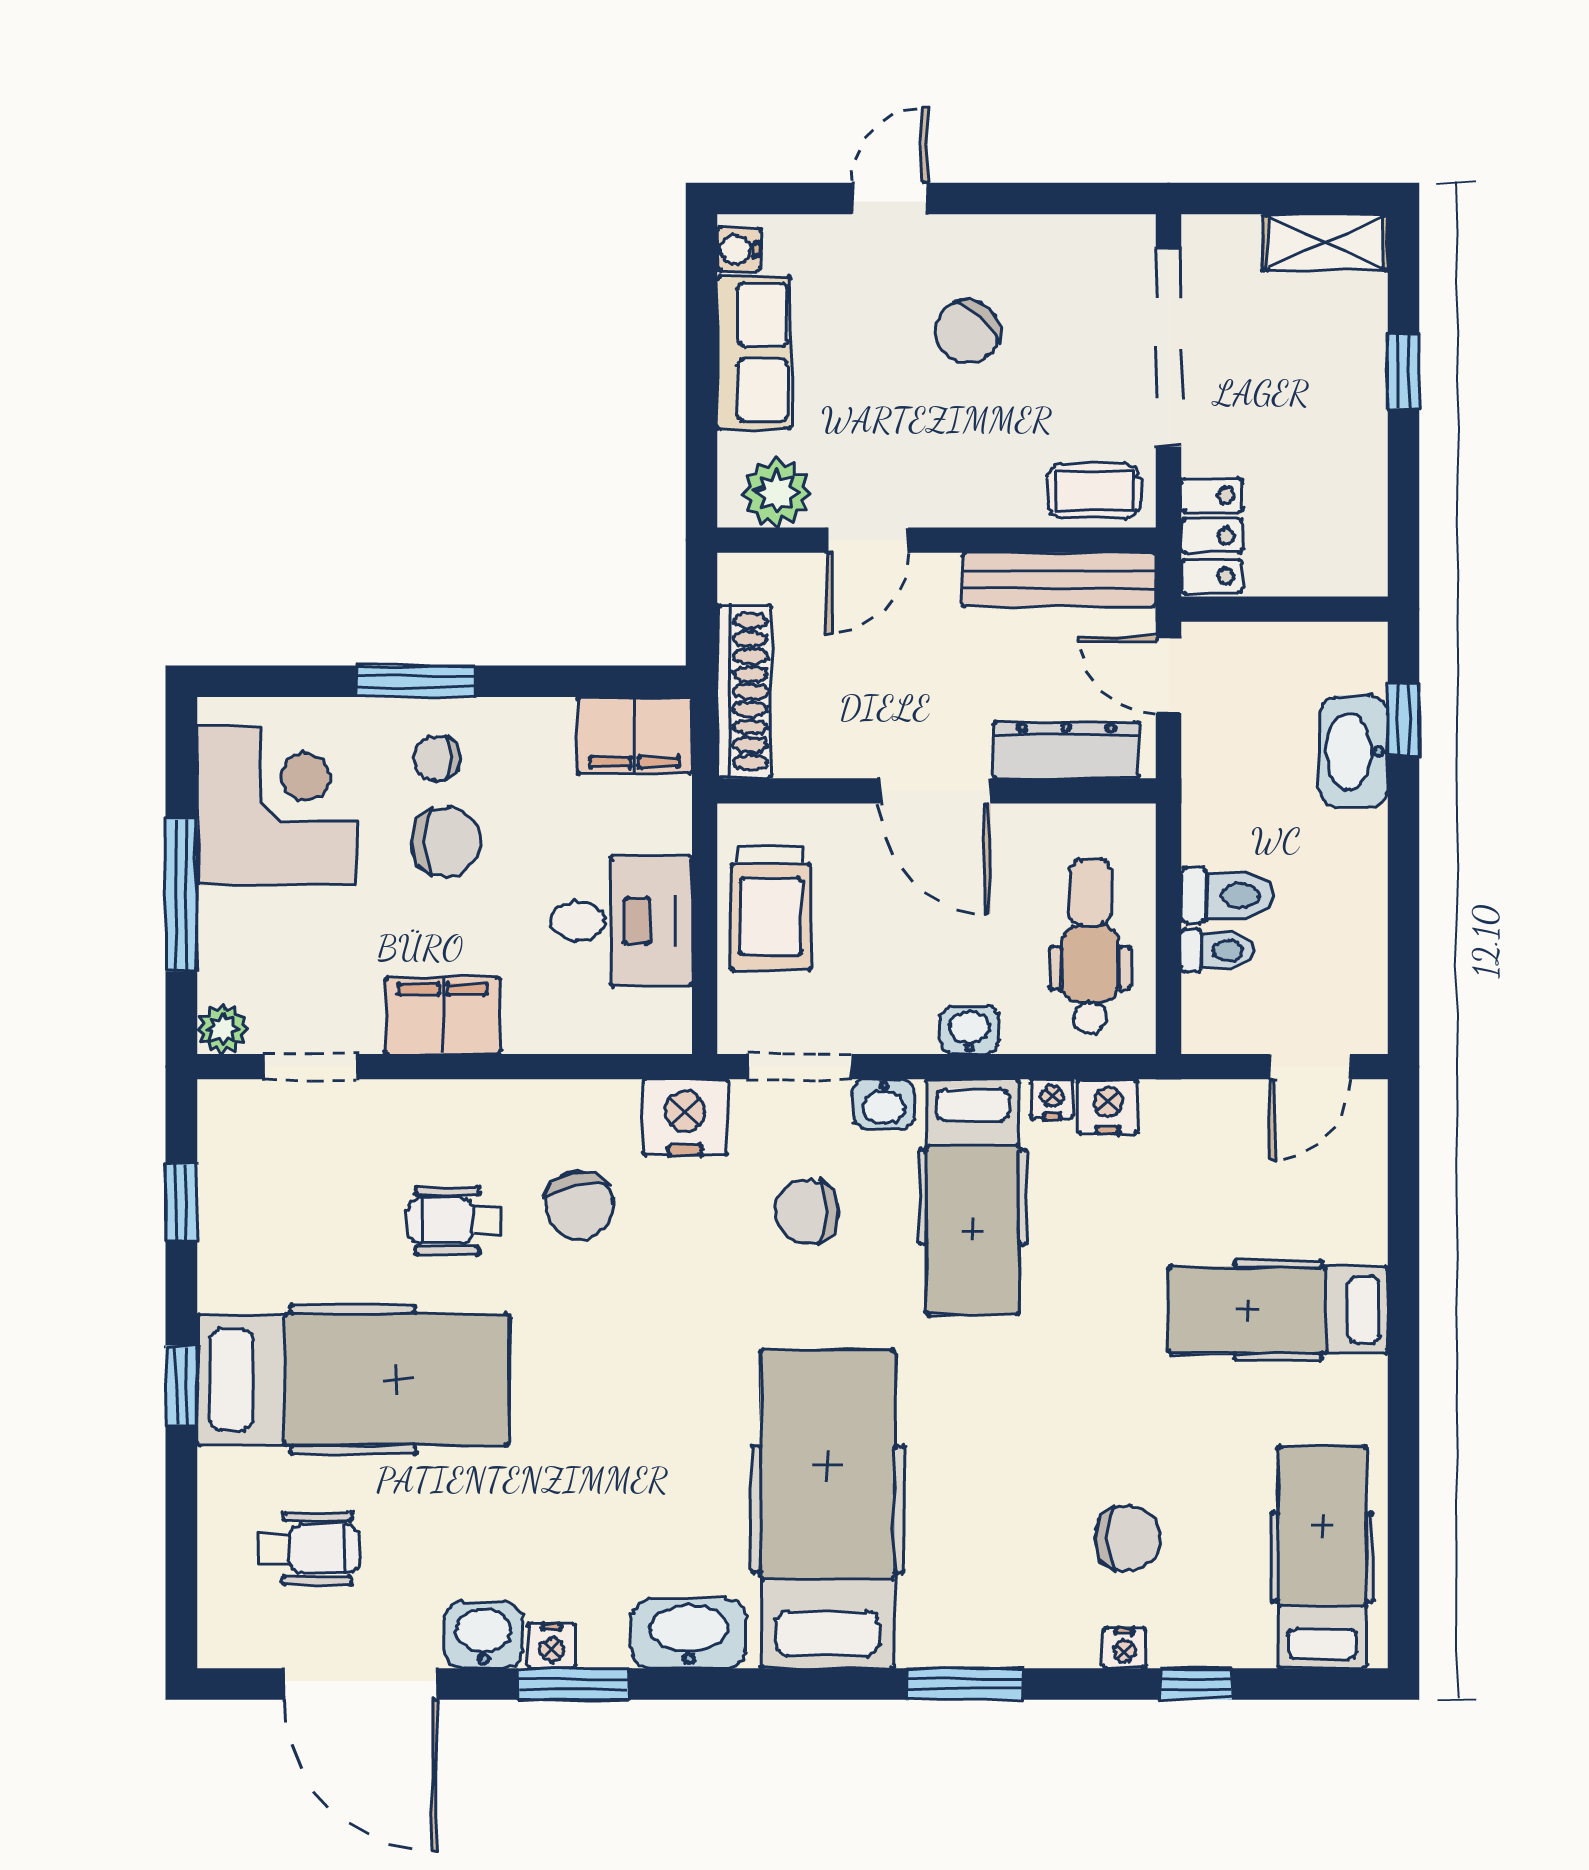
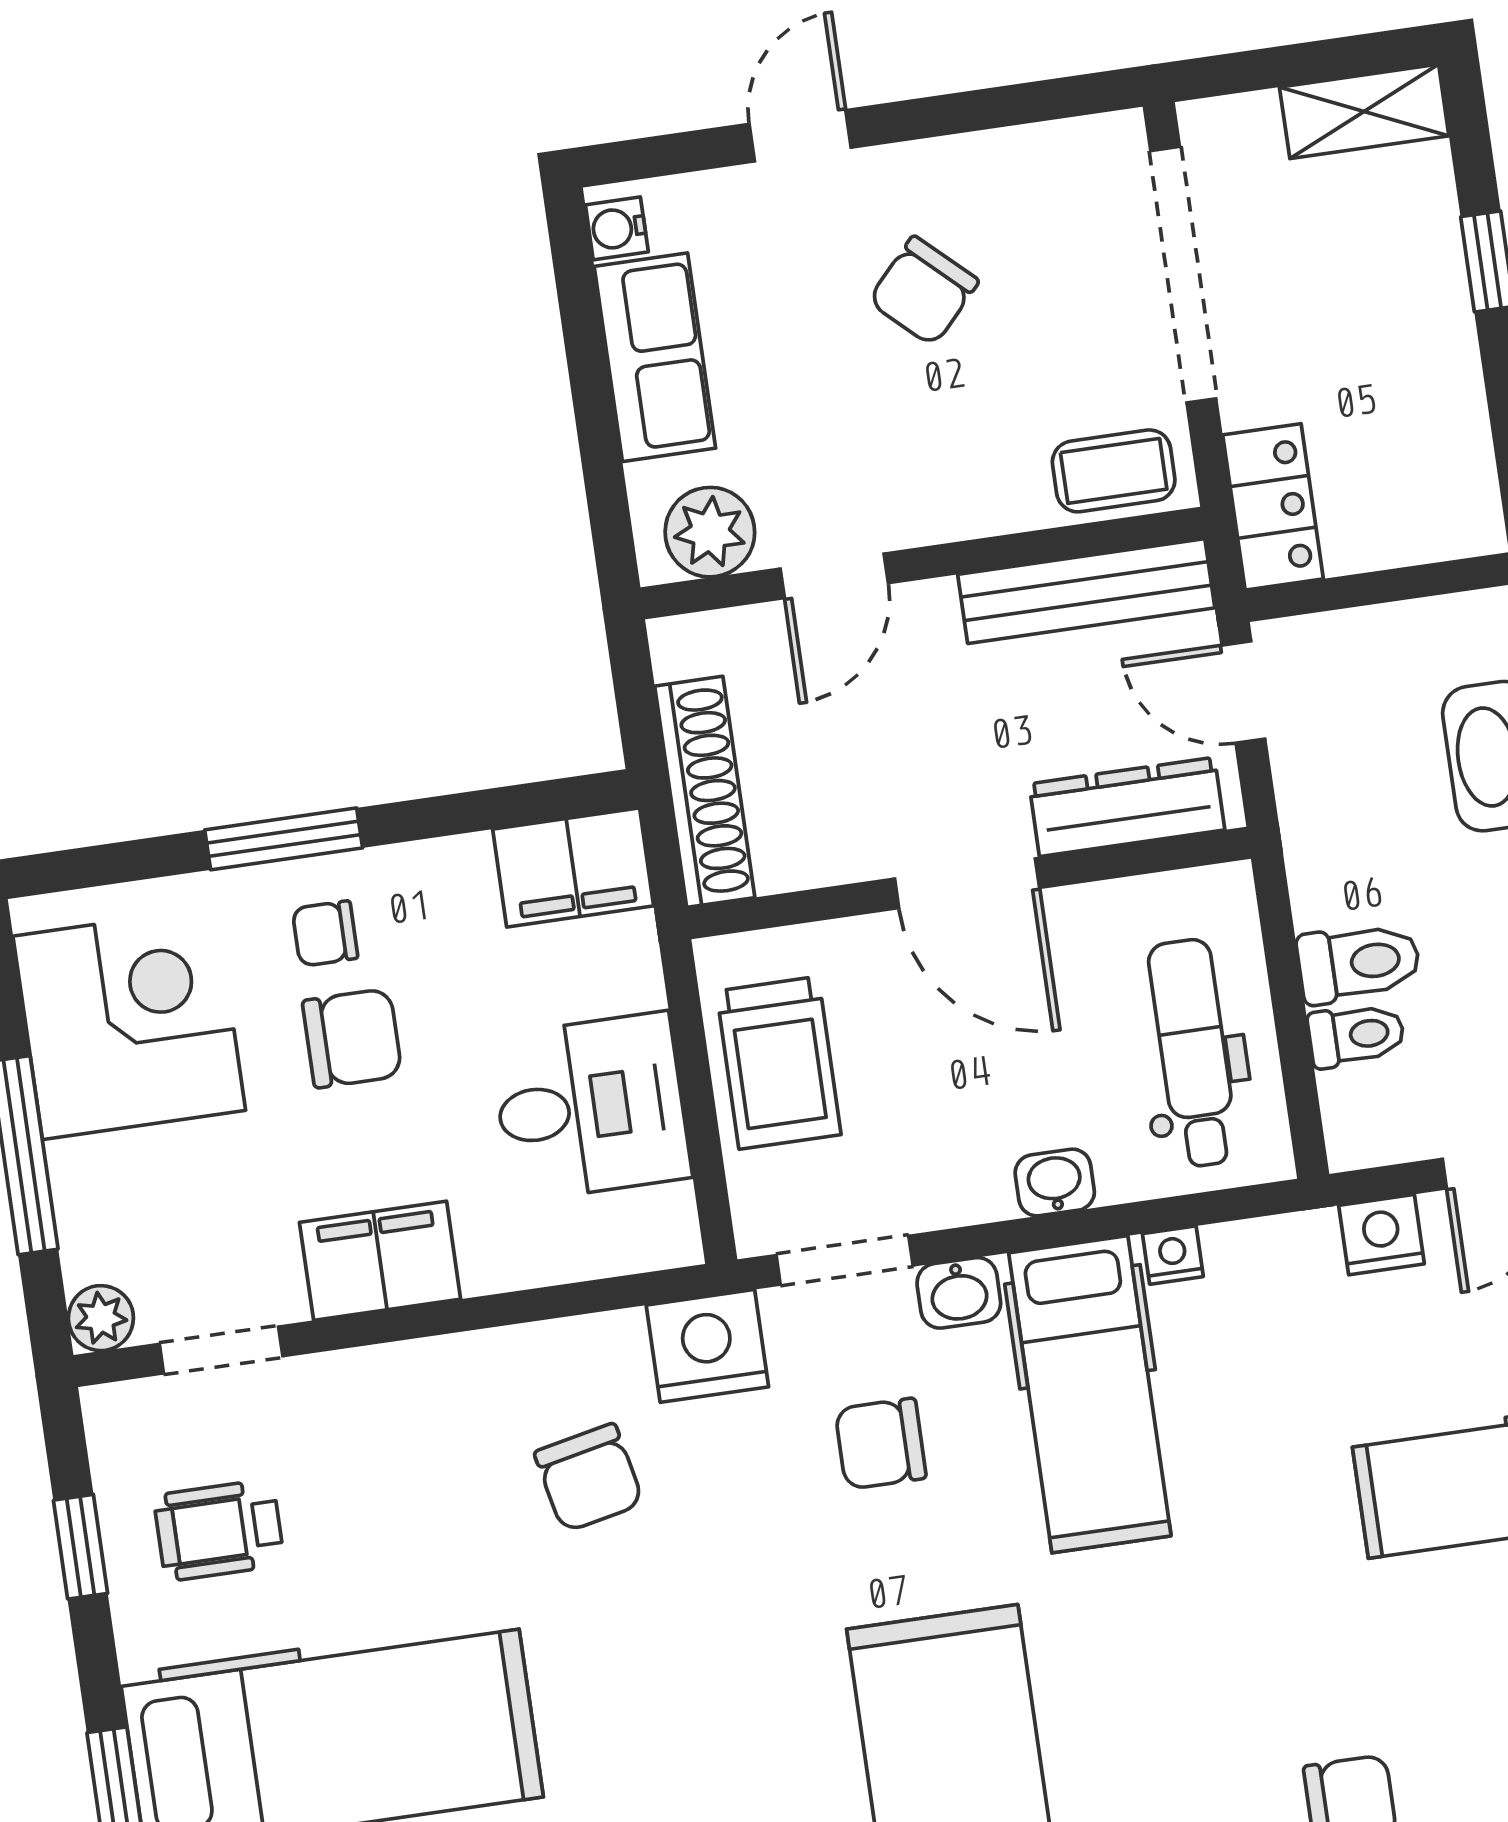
nightstand: (1108, 1106) -> (1382, 1235), moved
wheelchair: (455, 1221) -> (219, 1530), moved

